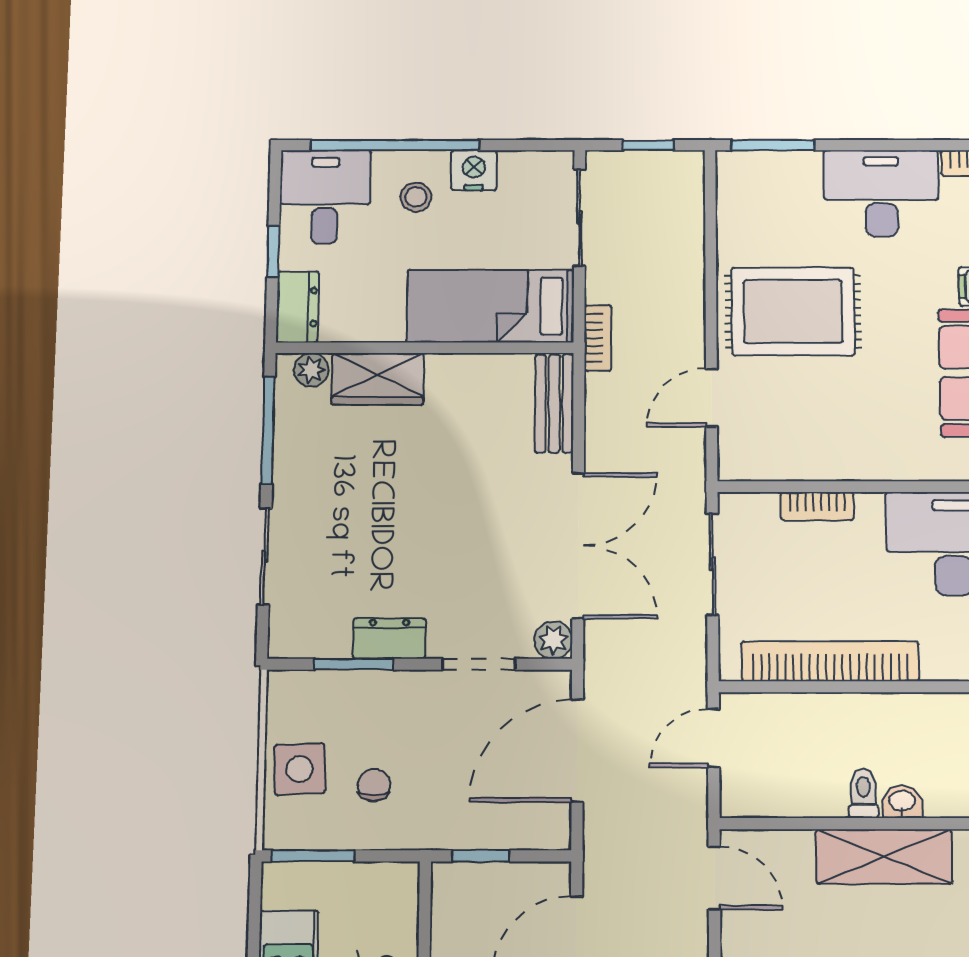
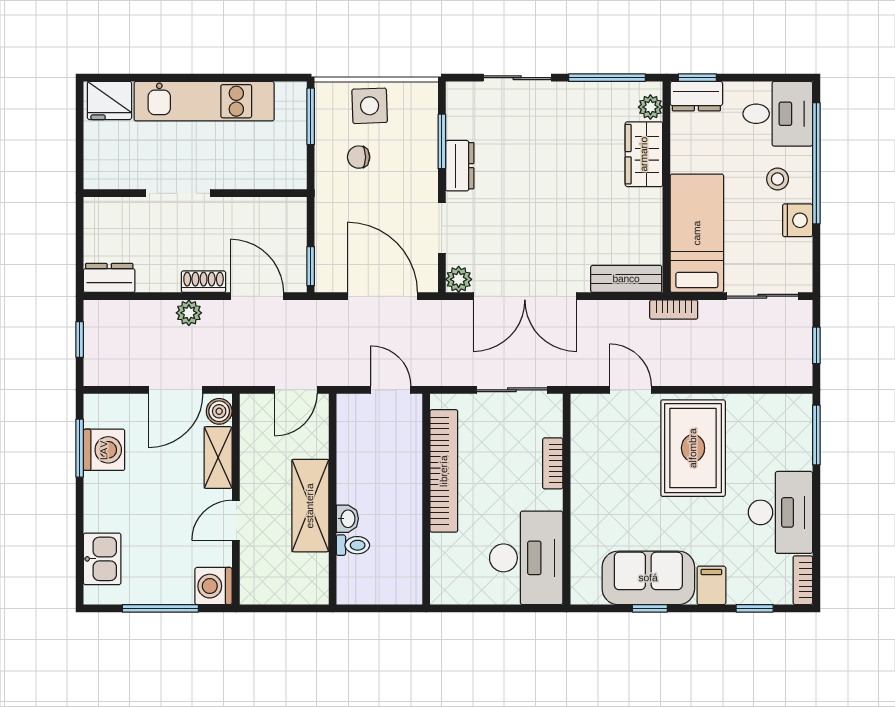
window: (273, 252) -> (697, 78), moved
chair: (374, 785) -> (359, 157), turned 180
toilet: (863, 794) -> (353, 545), moved
window: (481, 856) -> (311, 266), moved

